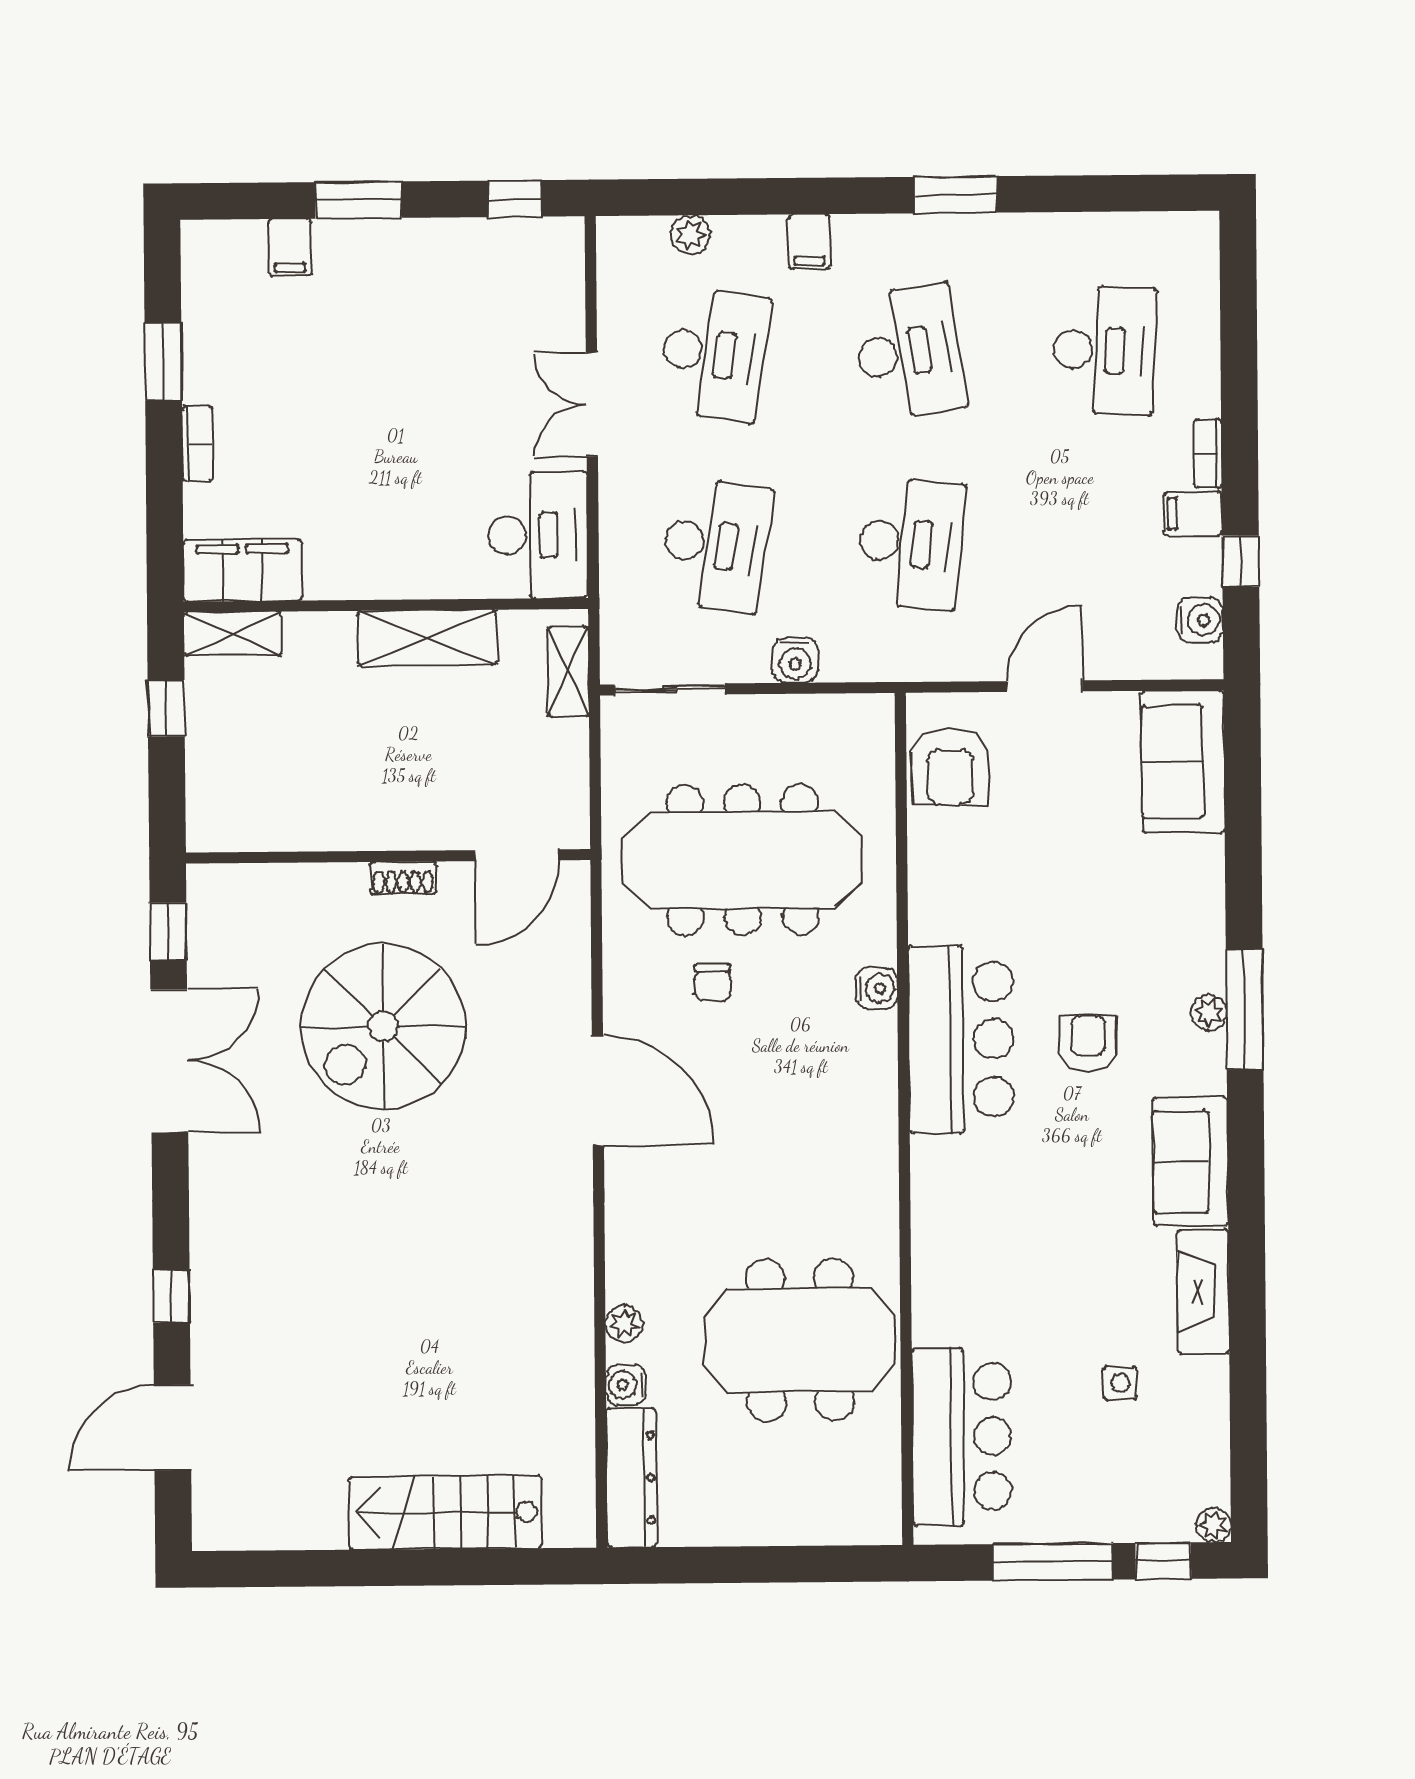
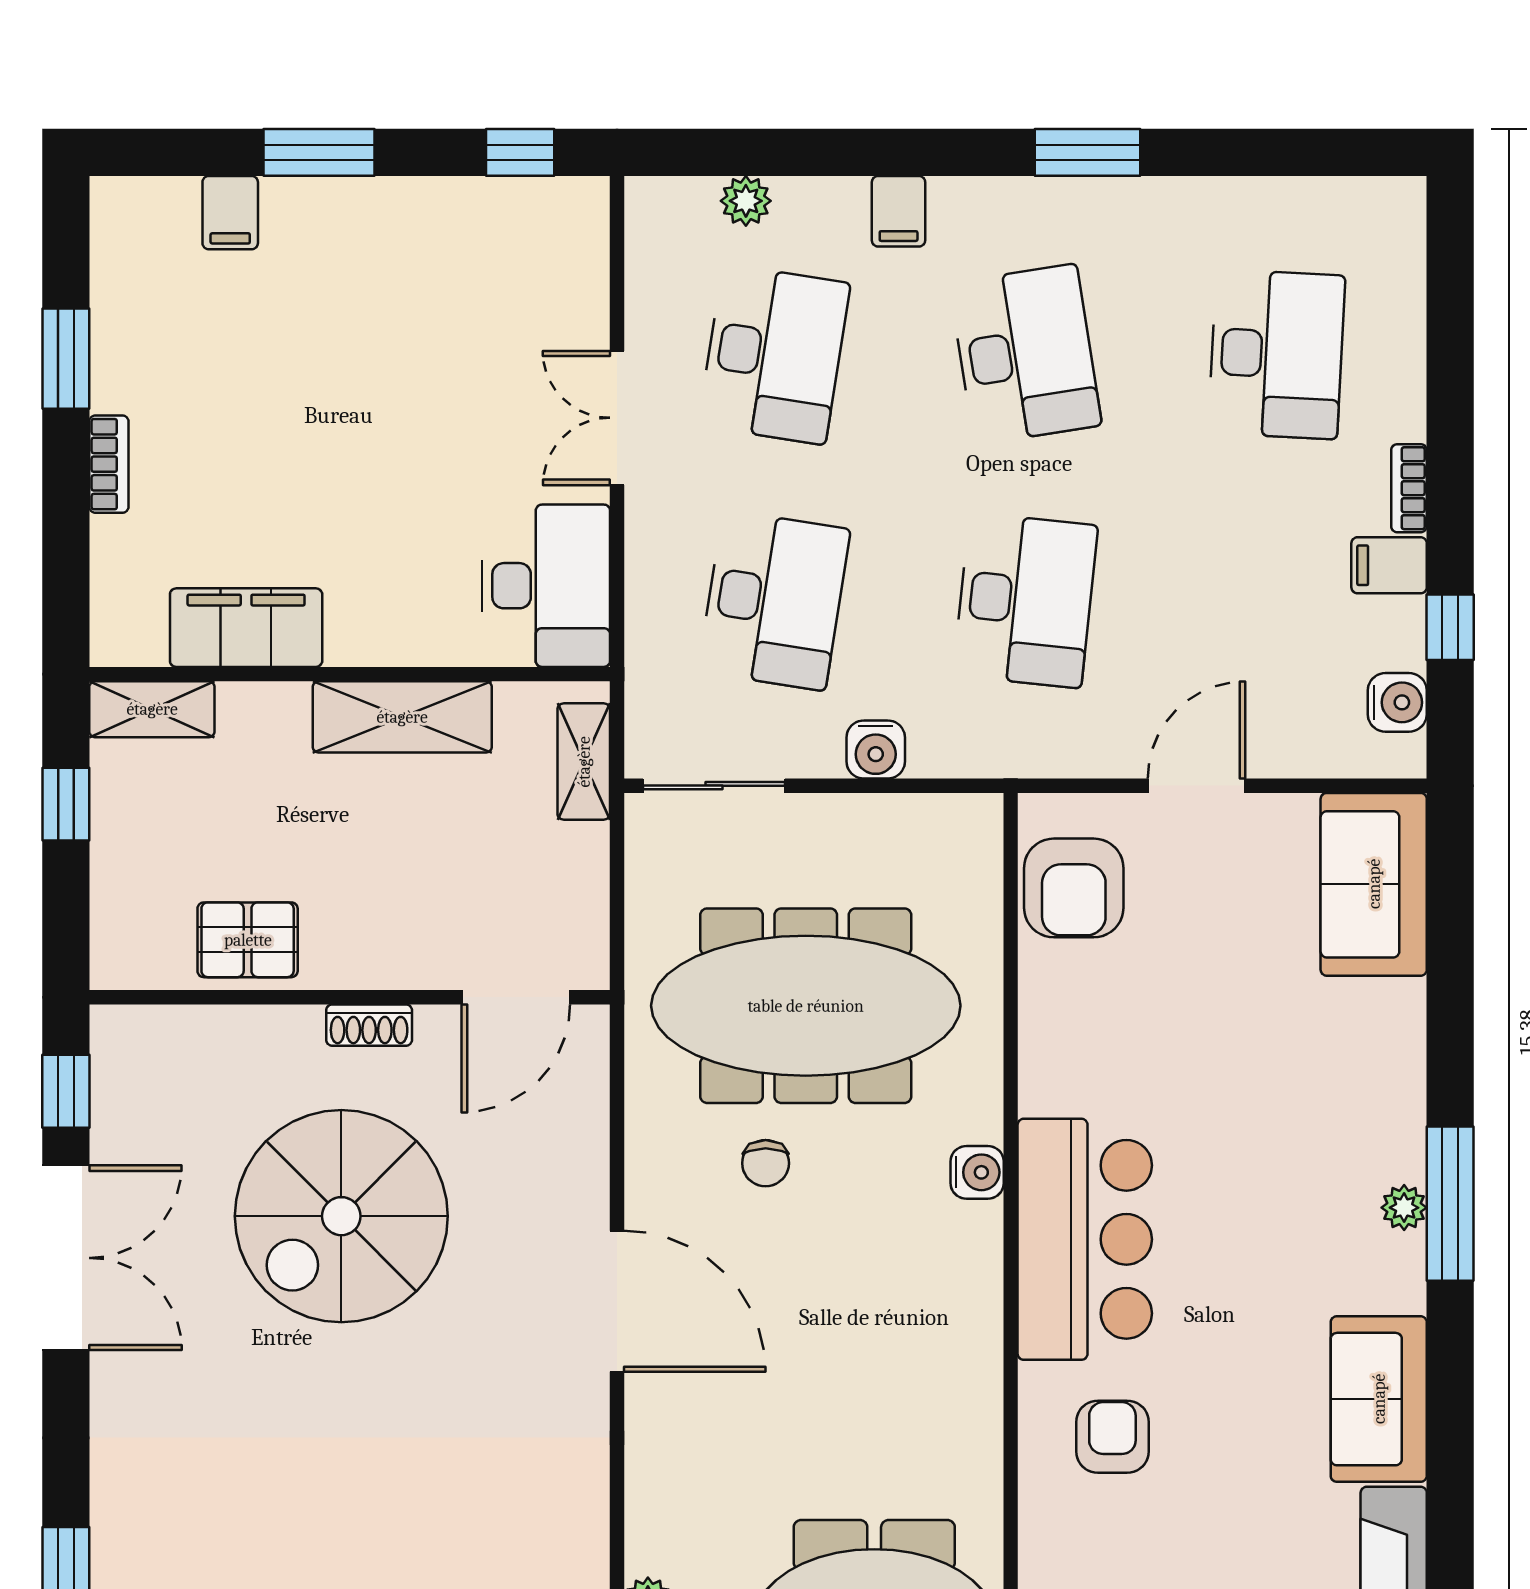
filing cabinet: (242, 570) -> (246, 628), moved
pallet: (308, 812) -> (248, 940), added
armchair: (1088, 1043) -> (1112, 1437), moved

